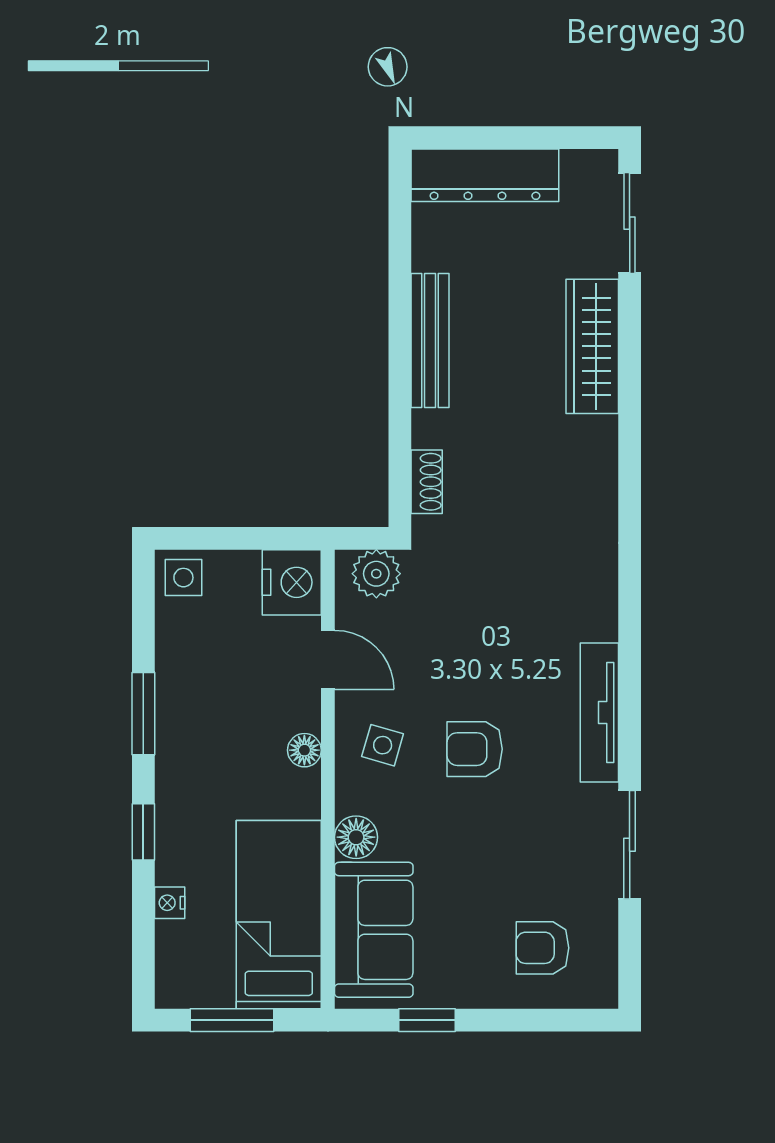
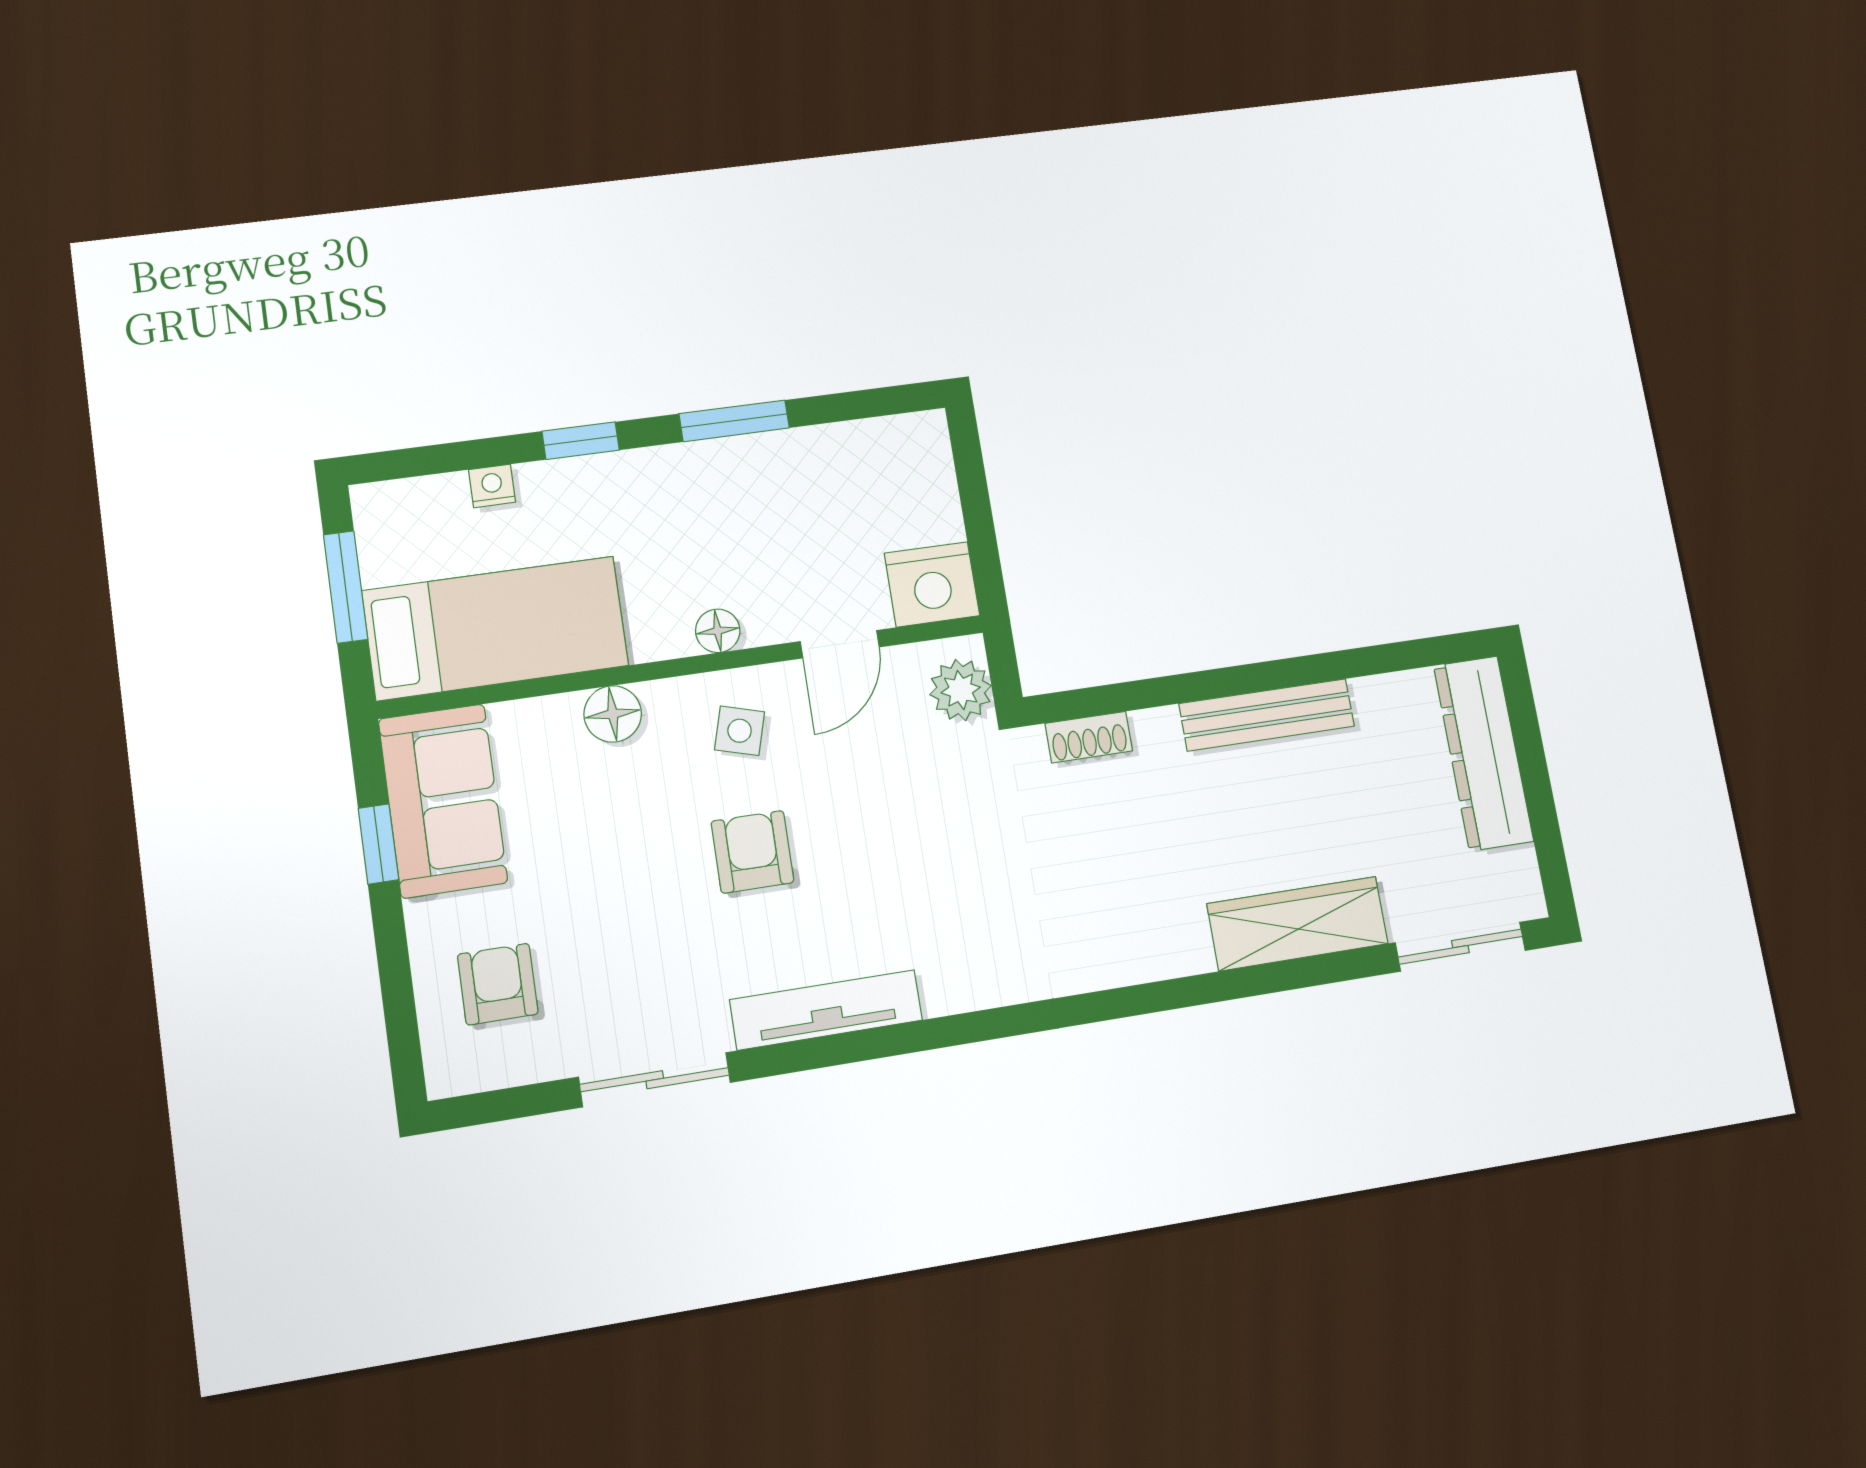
side table: (183, 578) -> (916, 448), removed
sofa: (374, 930) -> (443, 801), moved, turned -90

